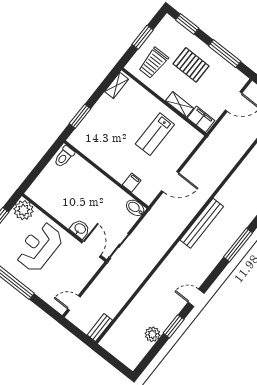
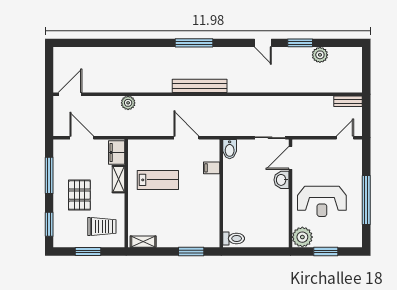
plant: (232, 158) -> (128, 103), added
door: (74, 303) -> (345, 138), swing flipped

